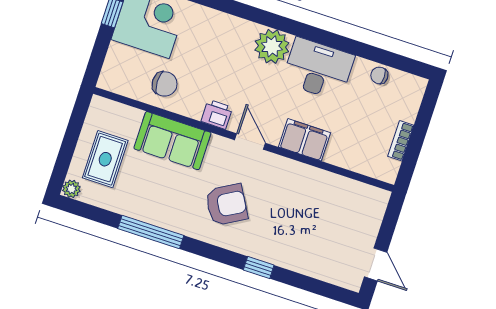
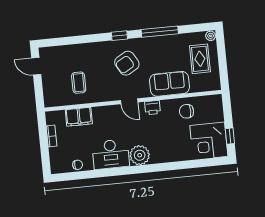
filing cabinet: (305, 140) -> (79, 117), moved
coffee table: (319, 208) -> (79, 83), added
window: (259, 268) -> (119, 36), moved

